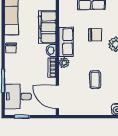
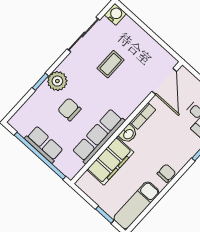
row of seats: (66, 42) -> (99, 136), width x1.48
plant: (64, 63) -> (126, 110), removed

